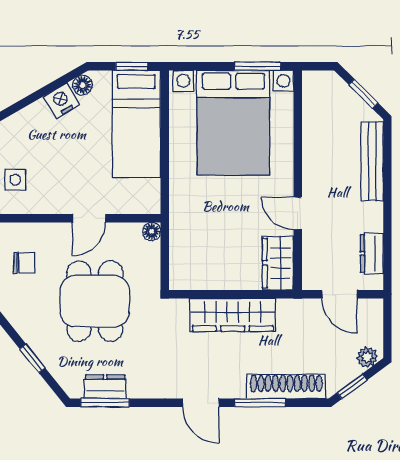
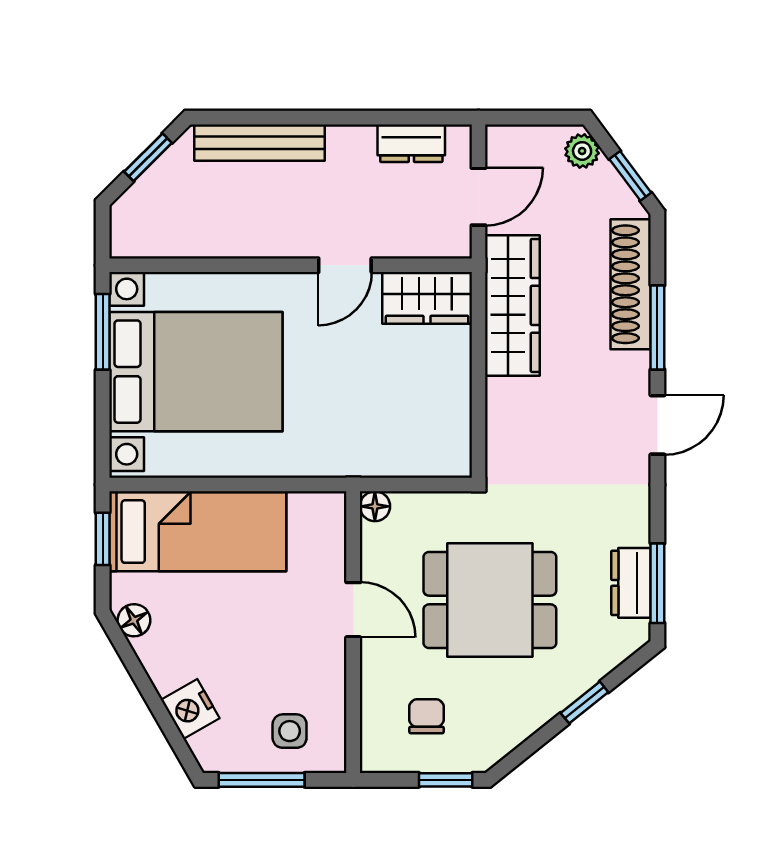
nightstand: (62, 100) -> (190, 709), moved
wardrobe: (233, 315) -> (512, 305), moved

